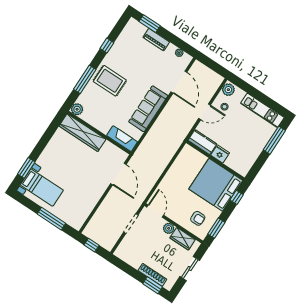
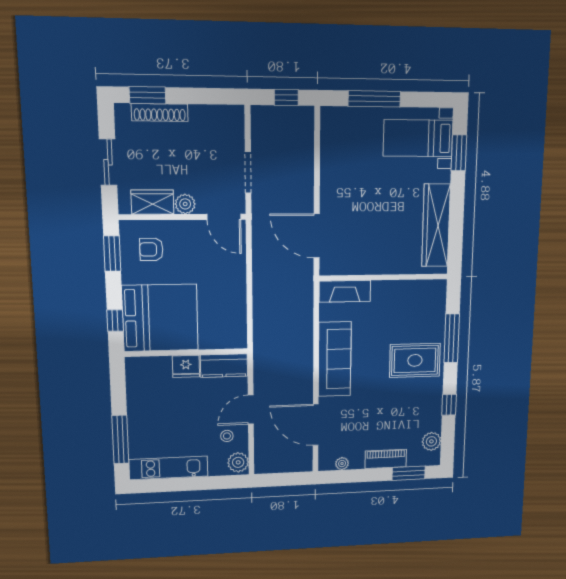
plant: (77, 109) -> (431, 441), moved
wardrobe: (82, 133) -> (436, 225), moved, turned -90

